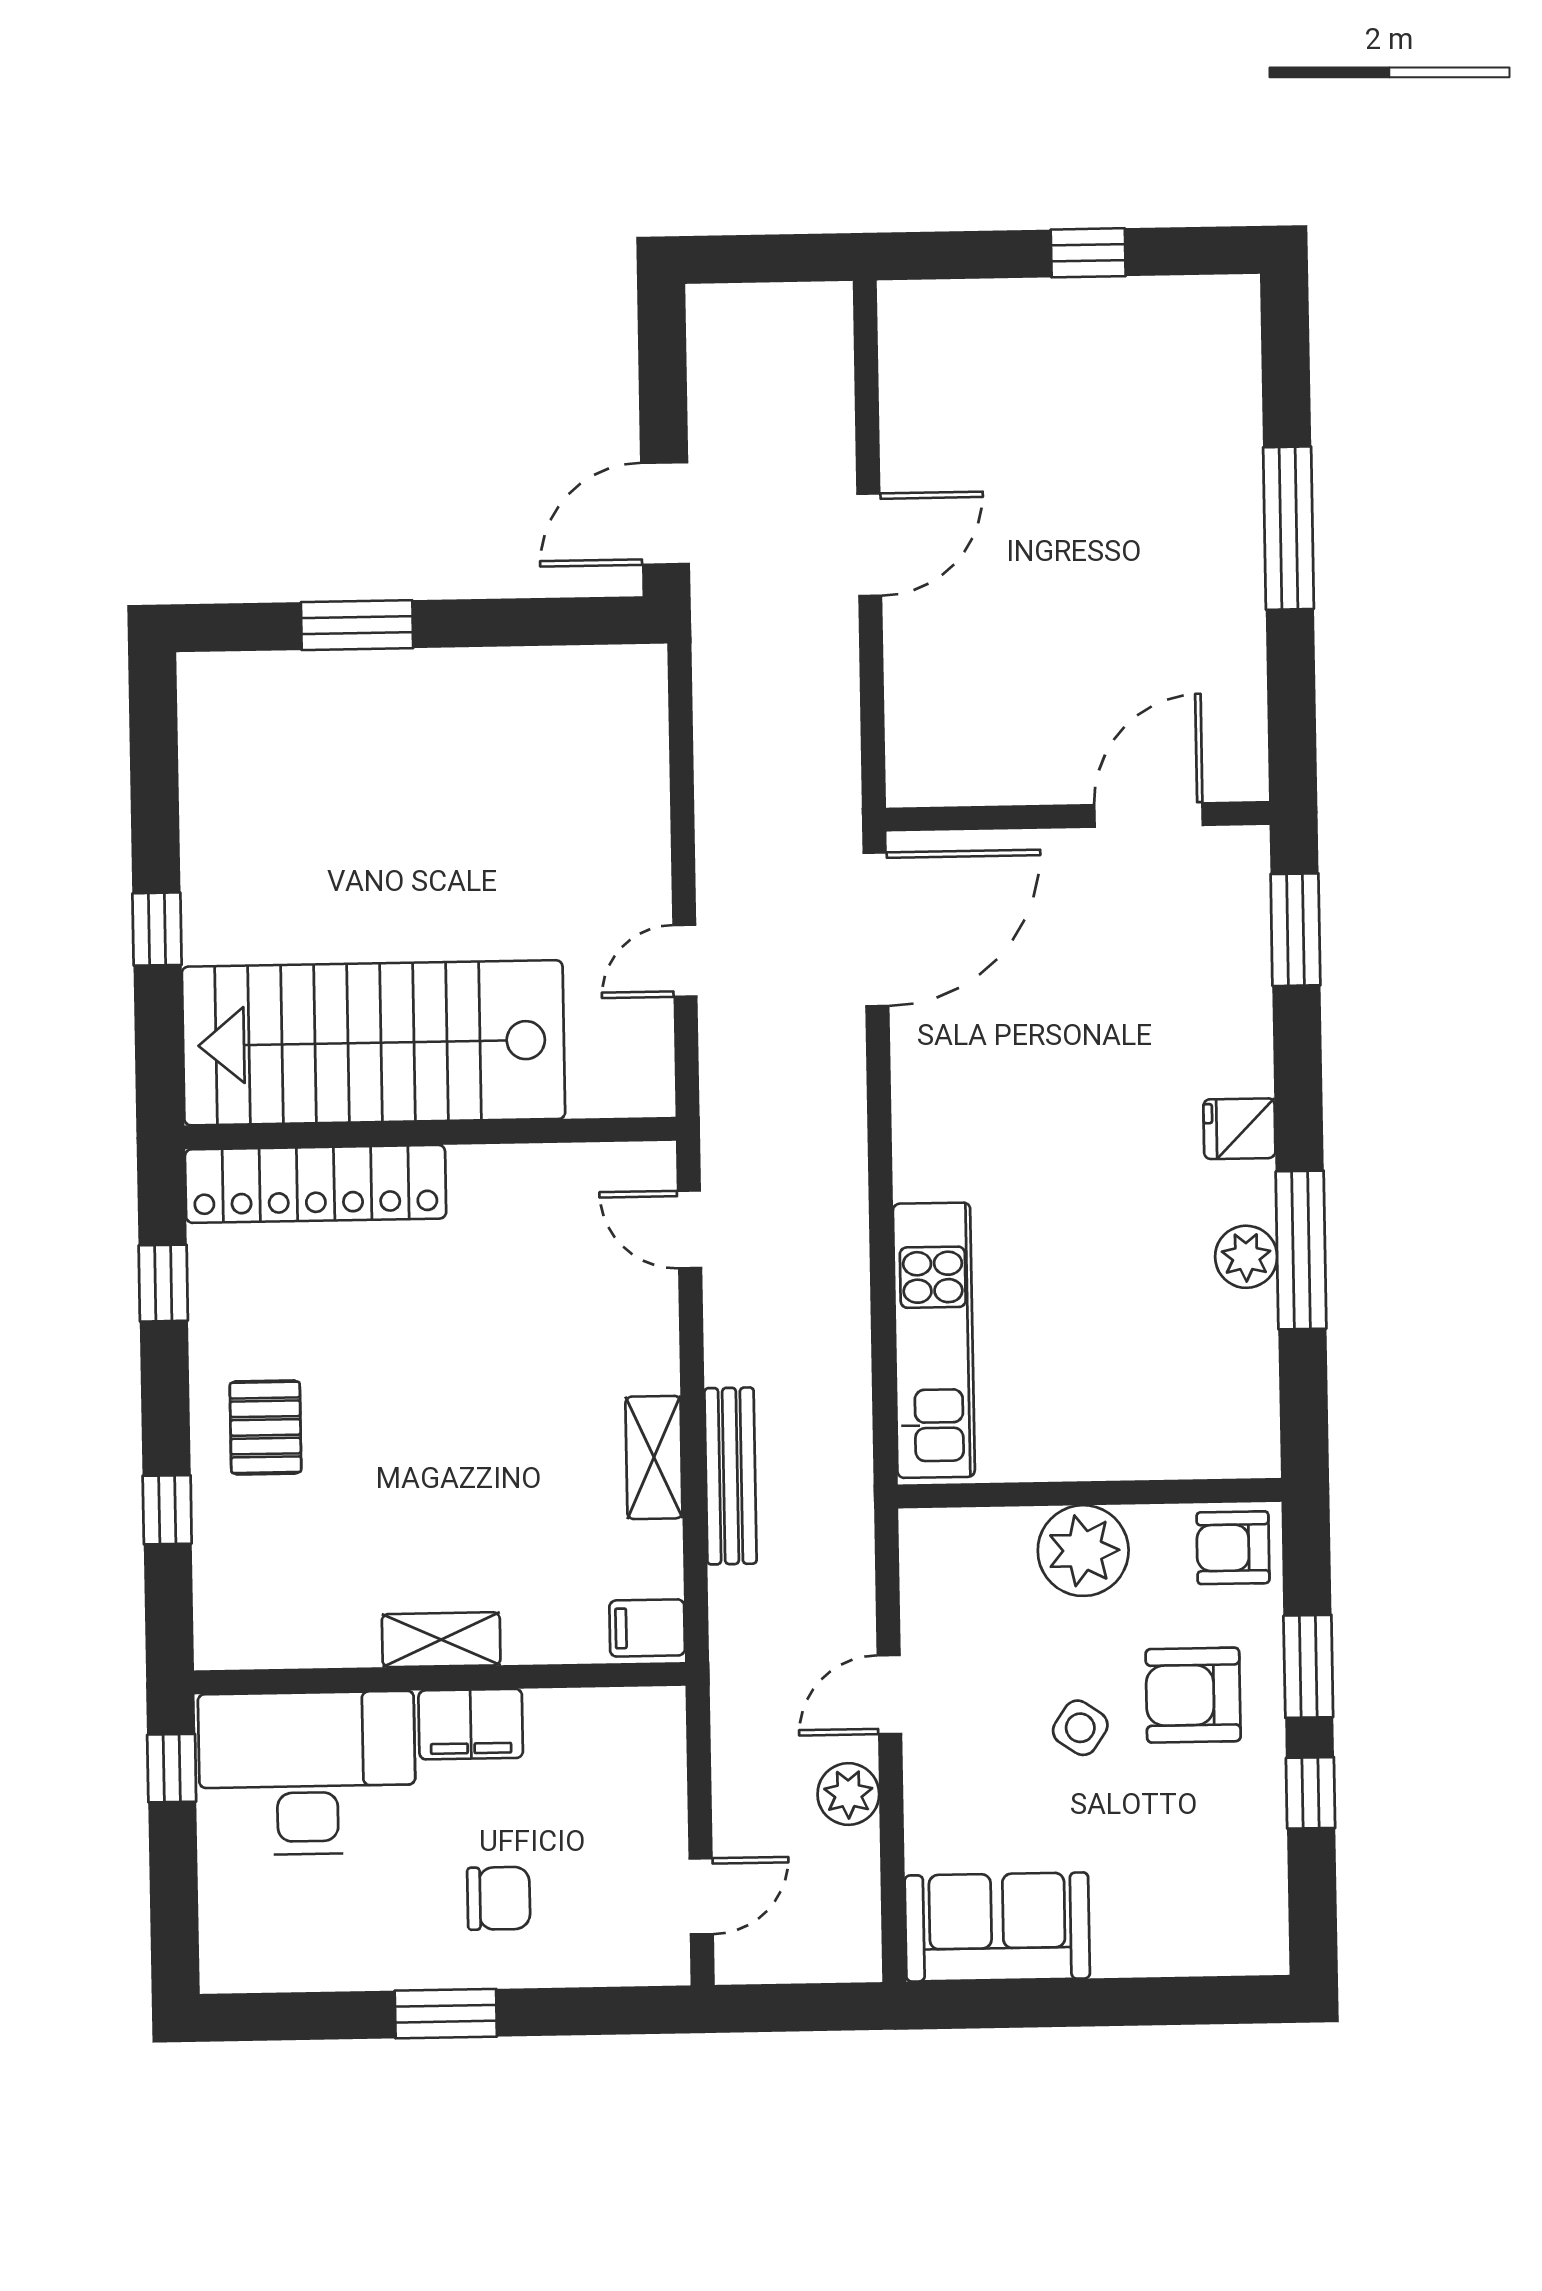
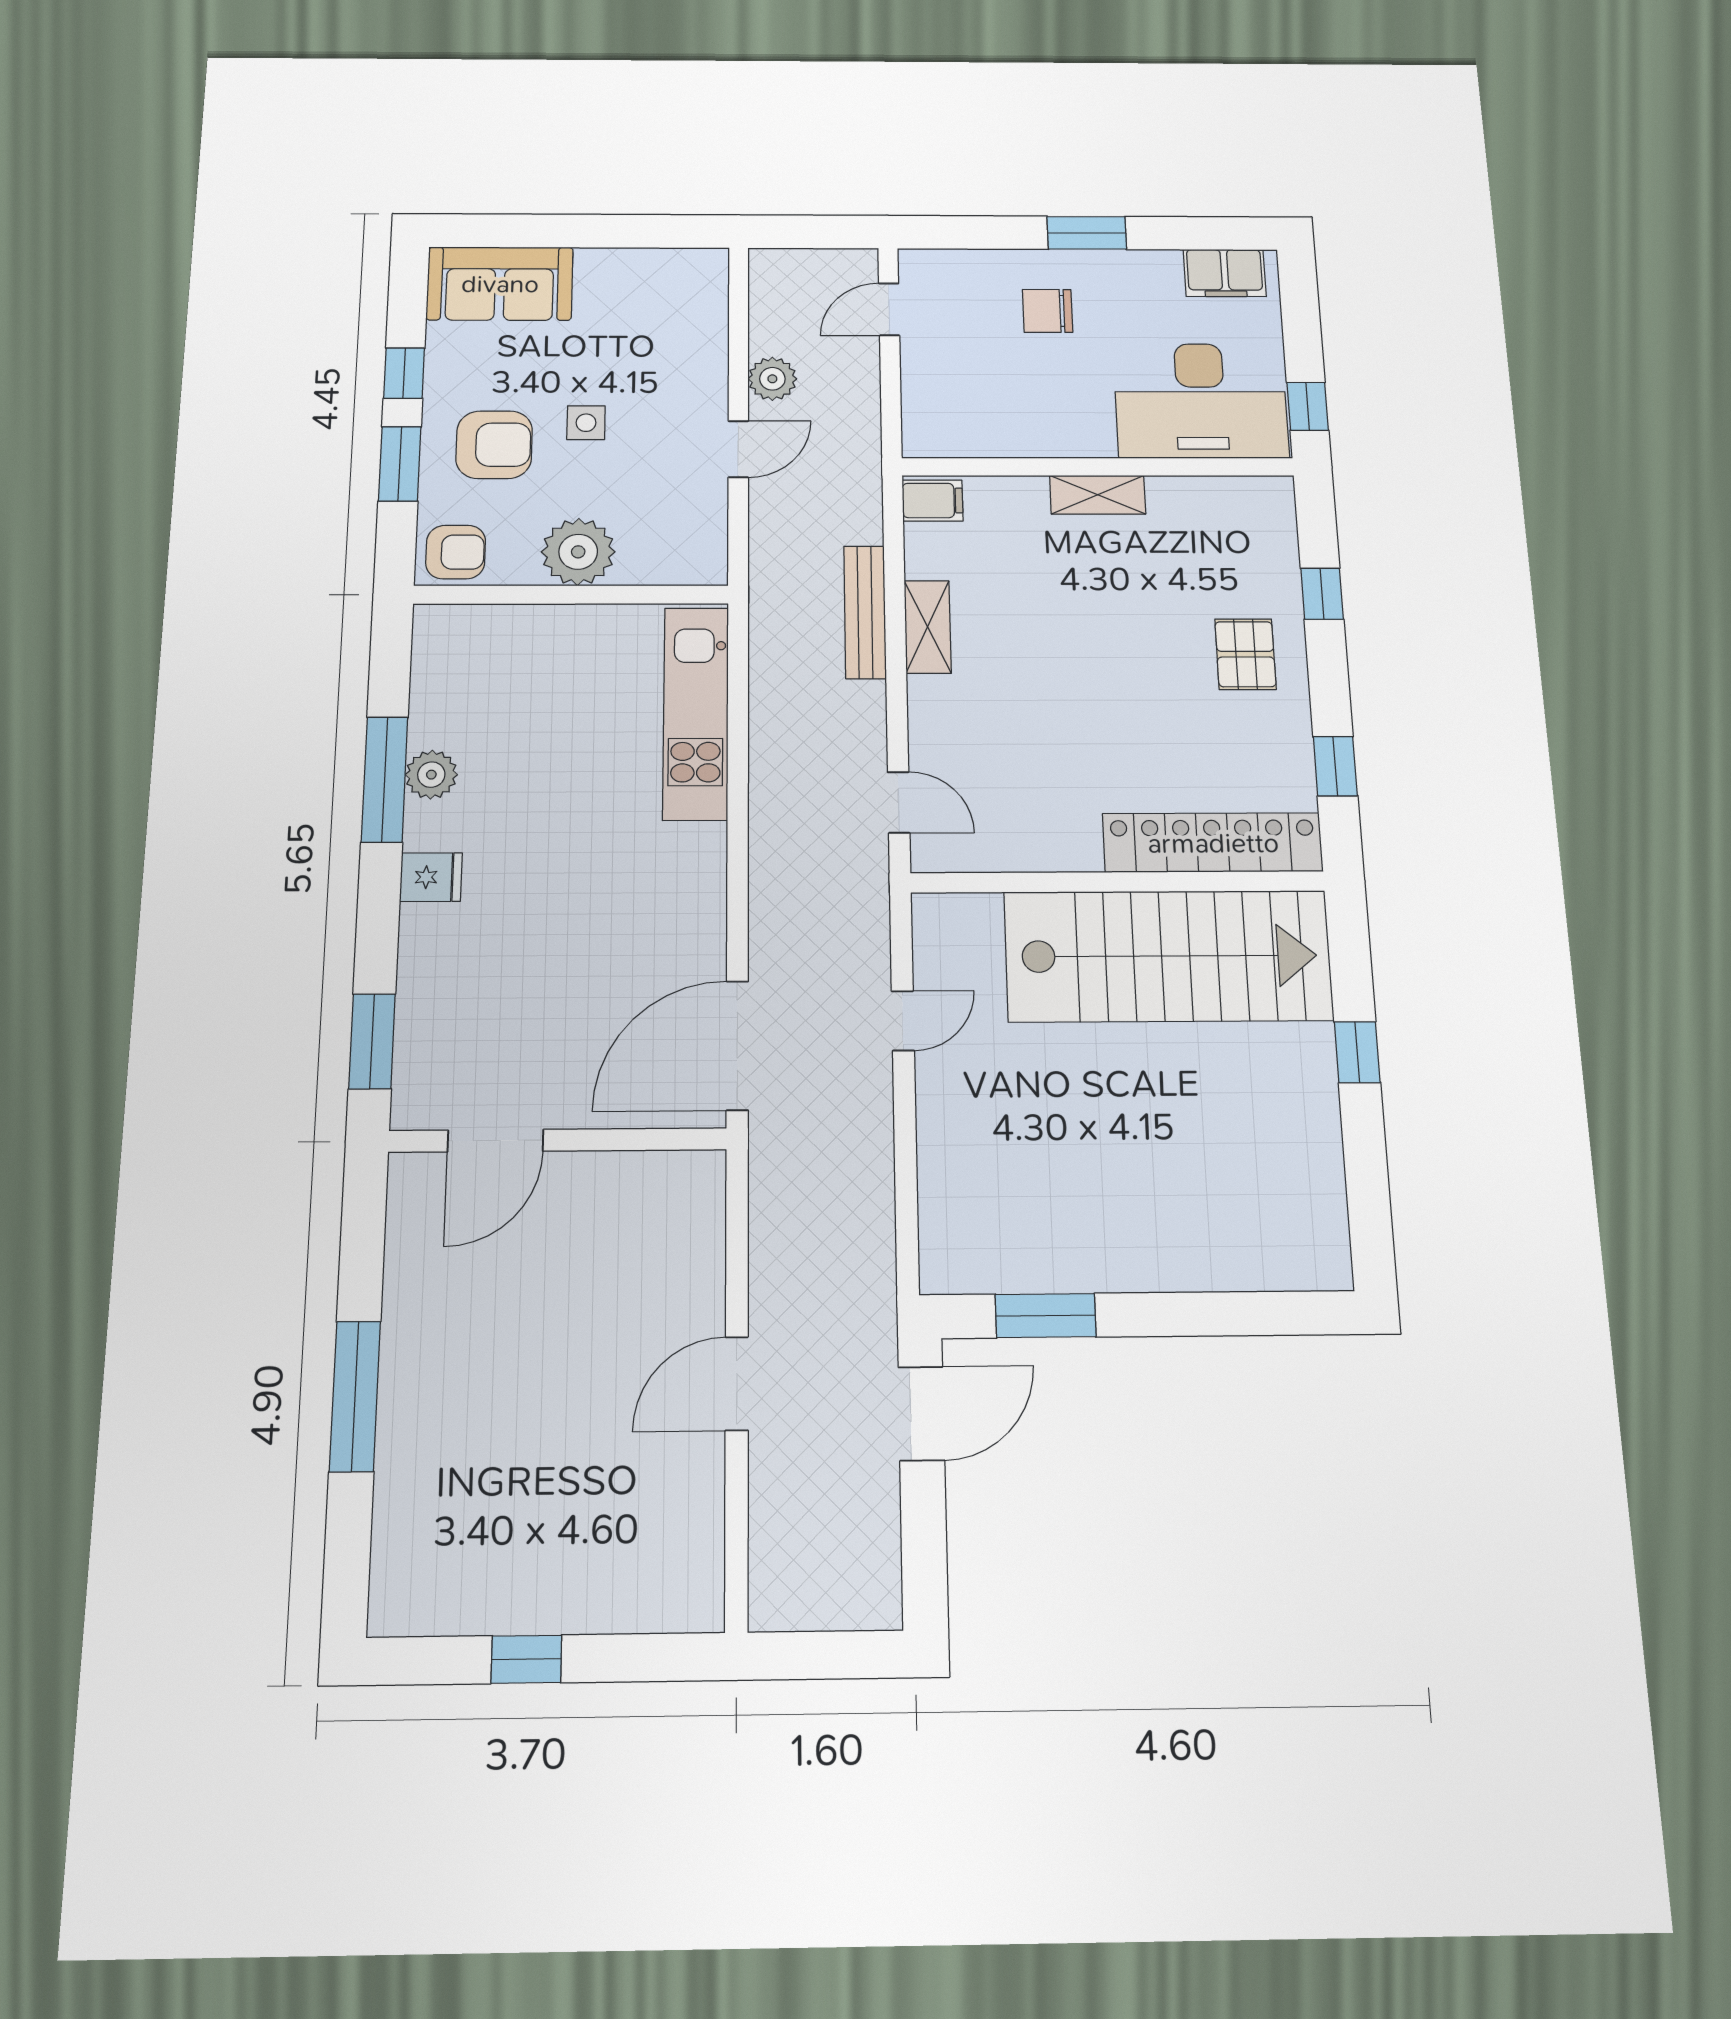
window: (357, 625) -> (1046, 1316), moved
filing cabinet: (471, 1724) -> (1225, 273), moved, turned 180
side table: (1080, 1728) -> (586, 423), turned -34
sofa: (997, 1927) -> (500, 284), moved

